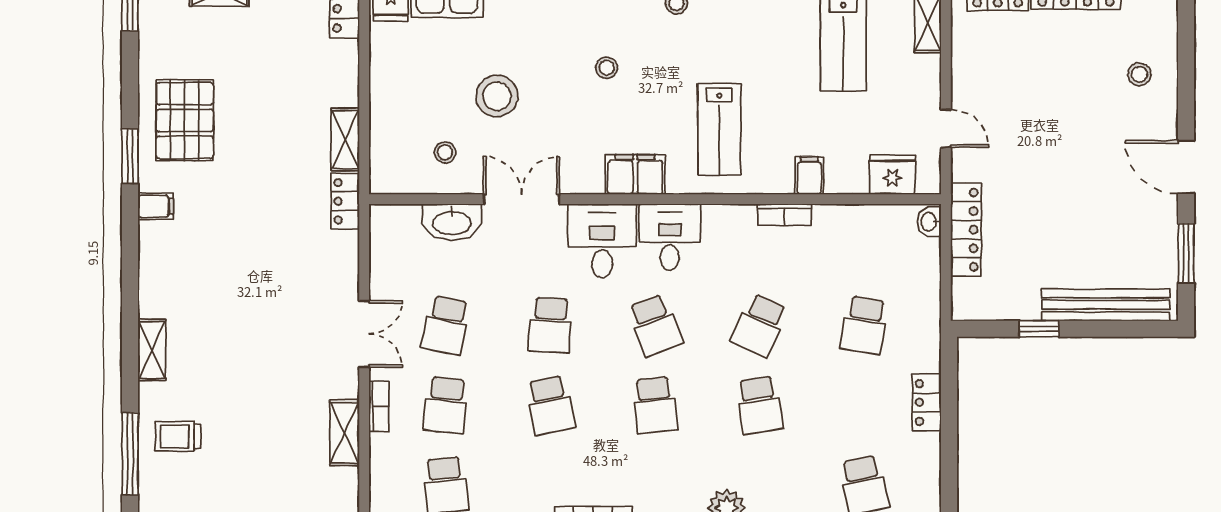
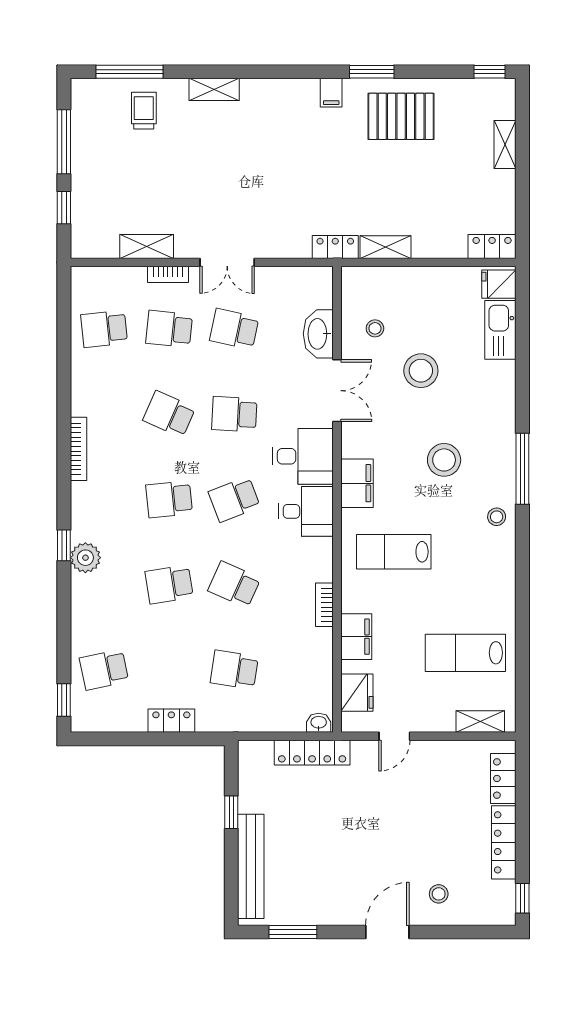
stool: (607, 68) -> (444, 460), width x1.89, depth x1.89
door: (1186, 167) -> (387, 932), moved
filing cabinet: (809, 176) -> (356, 637), width x2.00
school desk: (550, 405) -> (169, 414), turned 36

